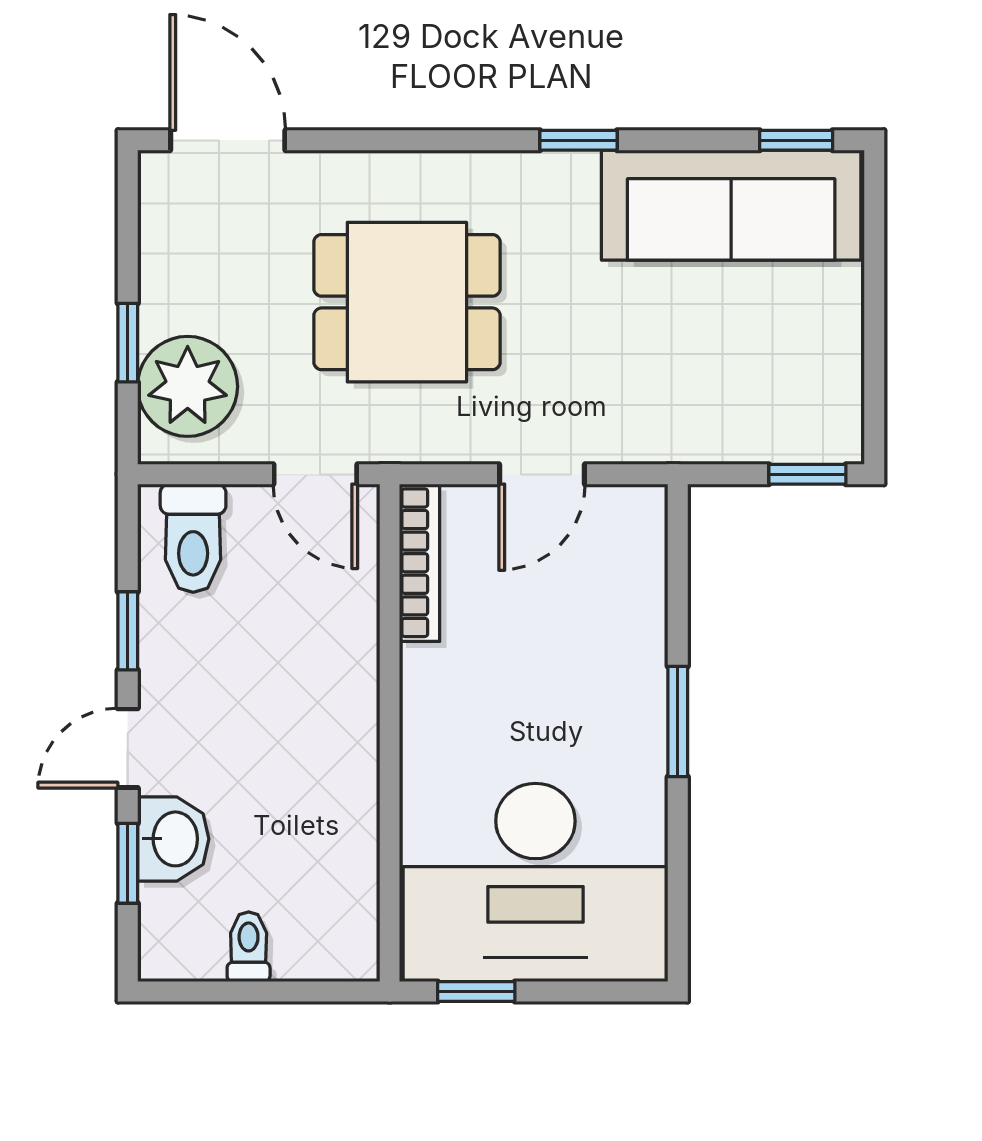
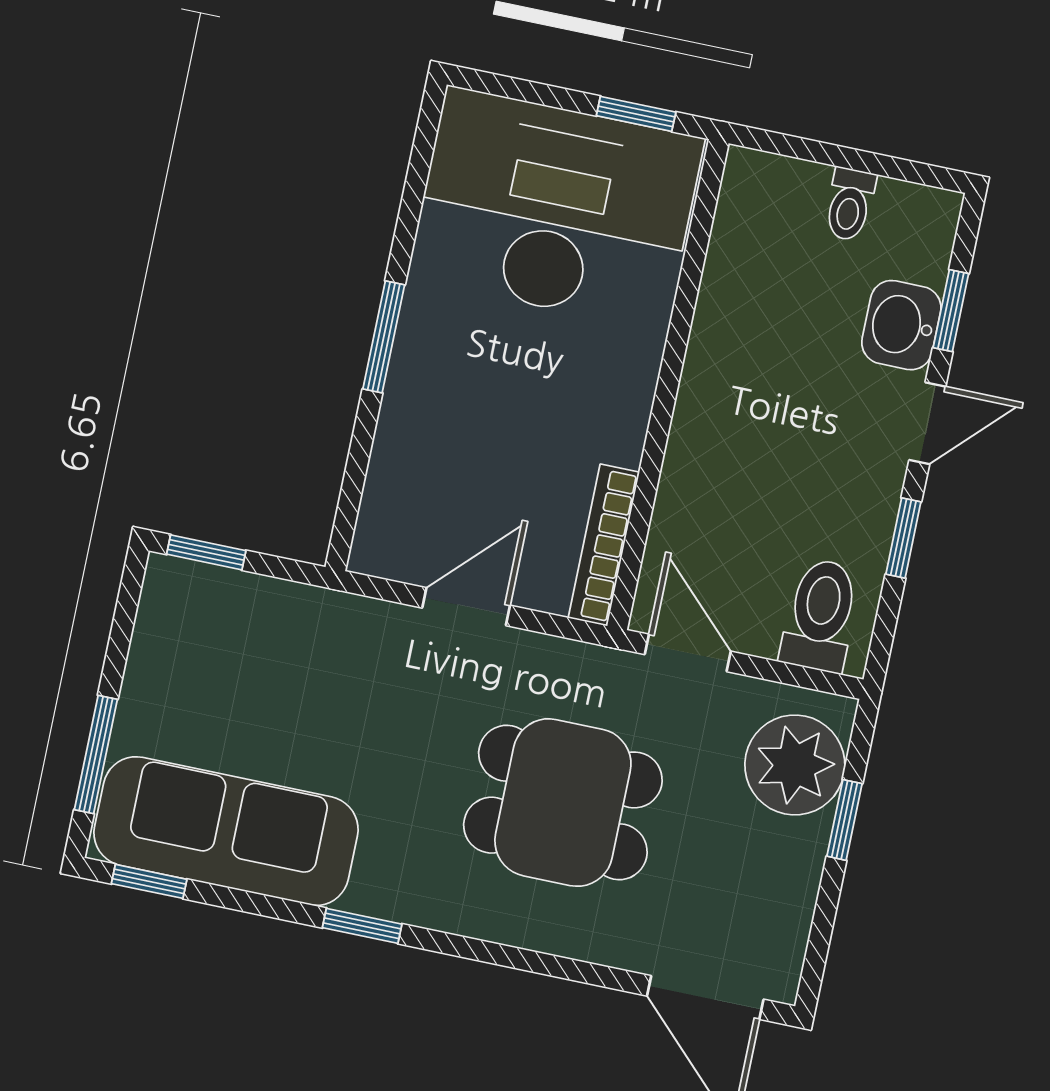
window: (874, 254) -> (96, 754), added

